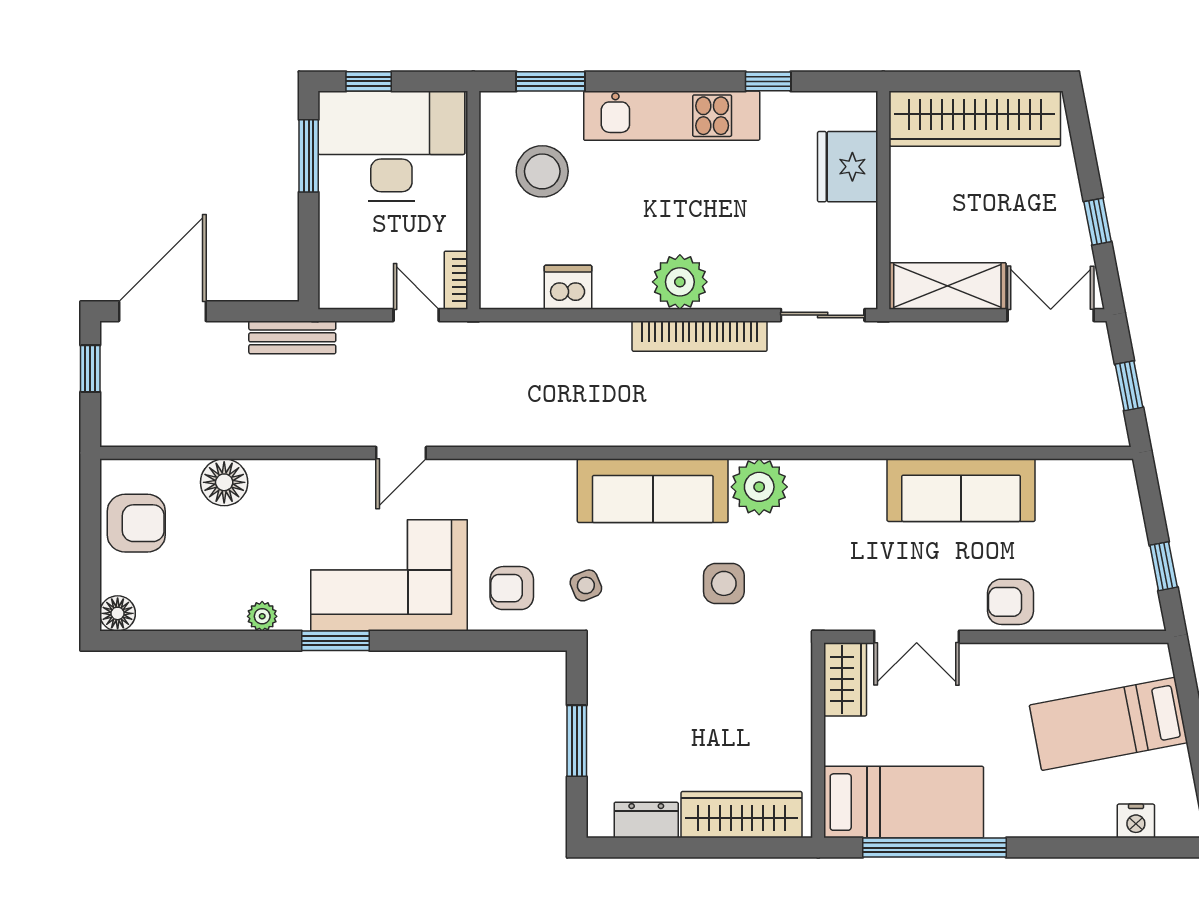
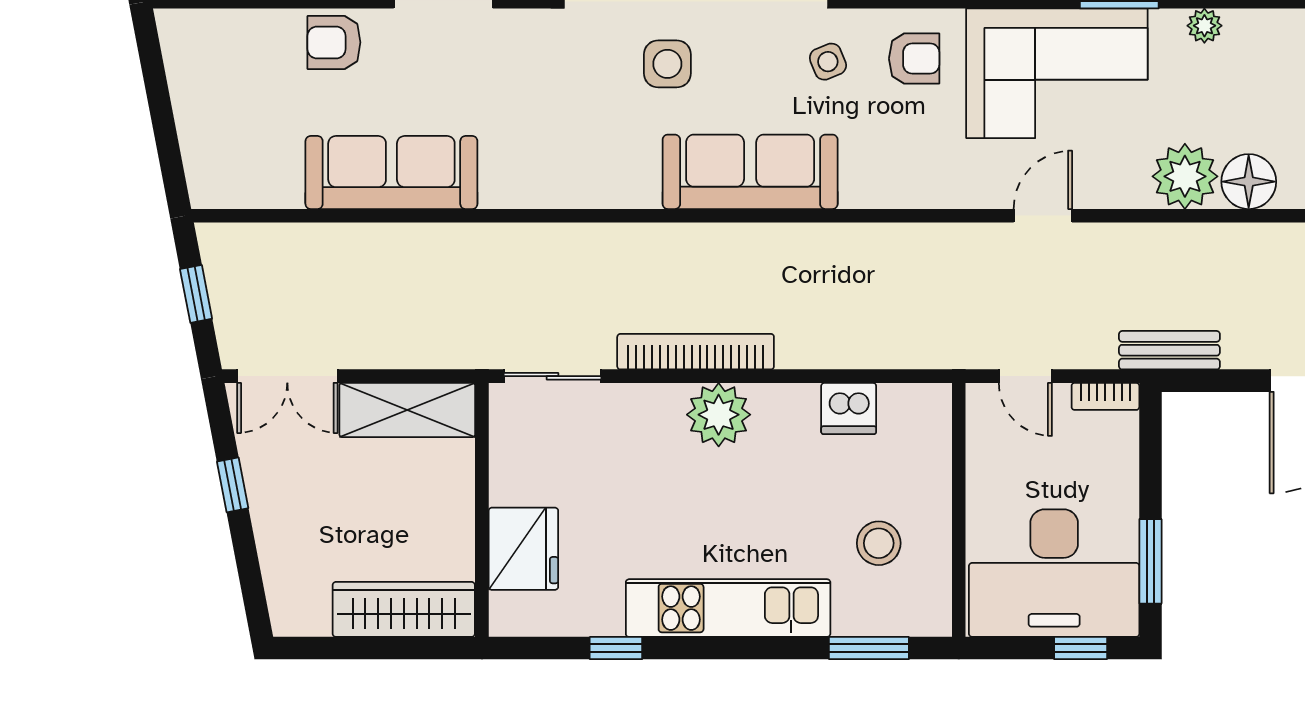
wardrobe: (975, 119) -> (404, 609), width x0.71, depth x0.85
stool: (542, 171) -> (879, 543), width x0.73, depth x0.73
bookcase: (456, 280) -> (1105, 396), moved, turned 90
plant: (759, 487) -> (1185, 176), moved
window: (1164, 566) -> (156, 84), removed
armchair: (1010, 602) -> (334, 42), turned 180

